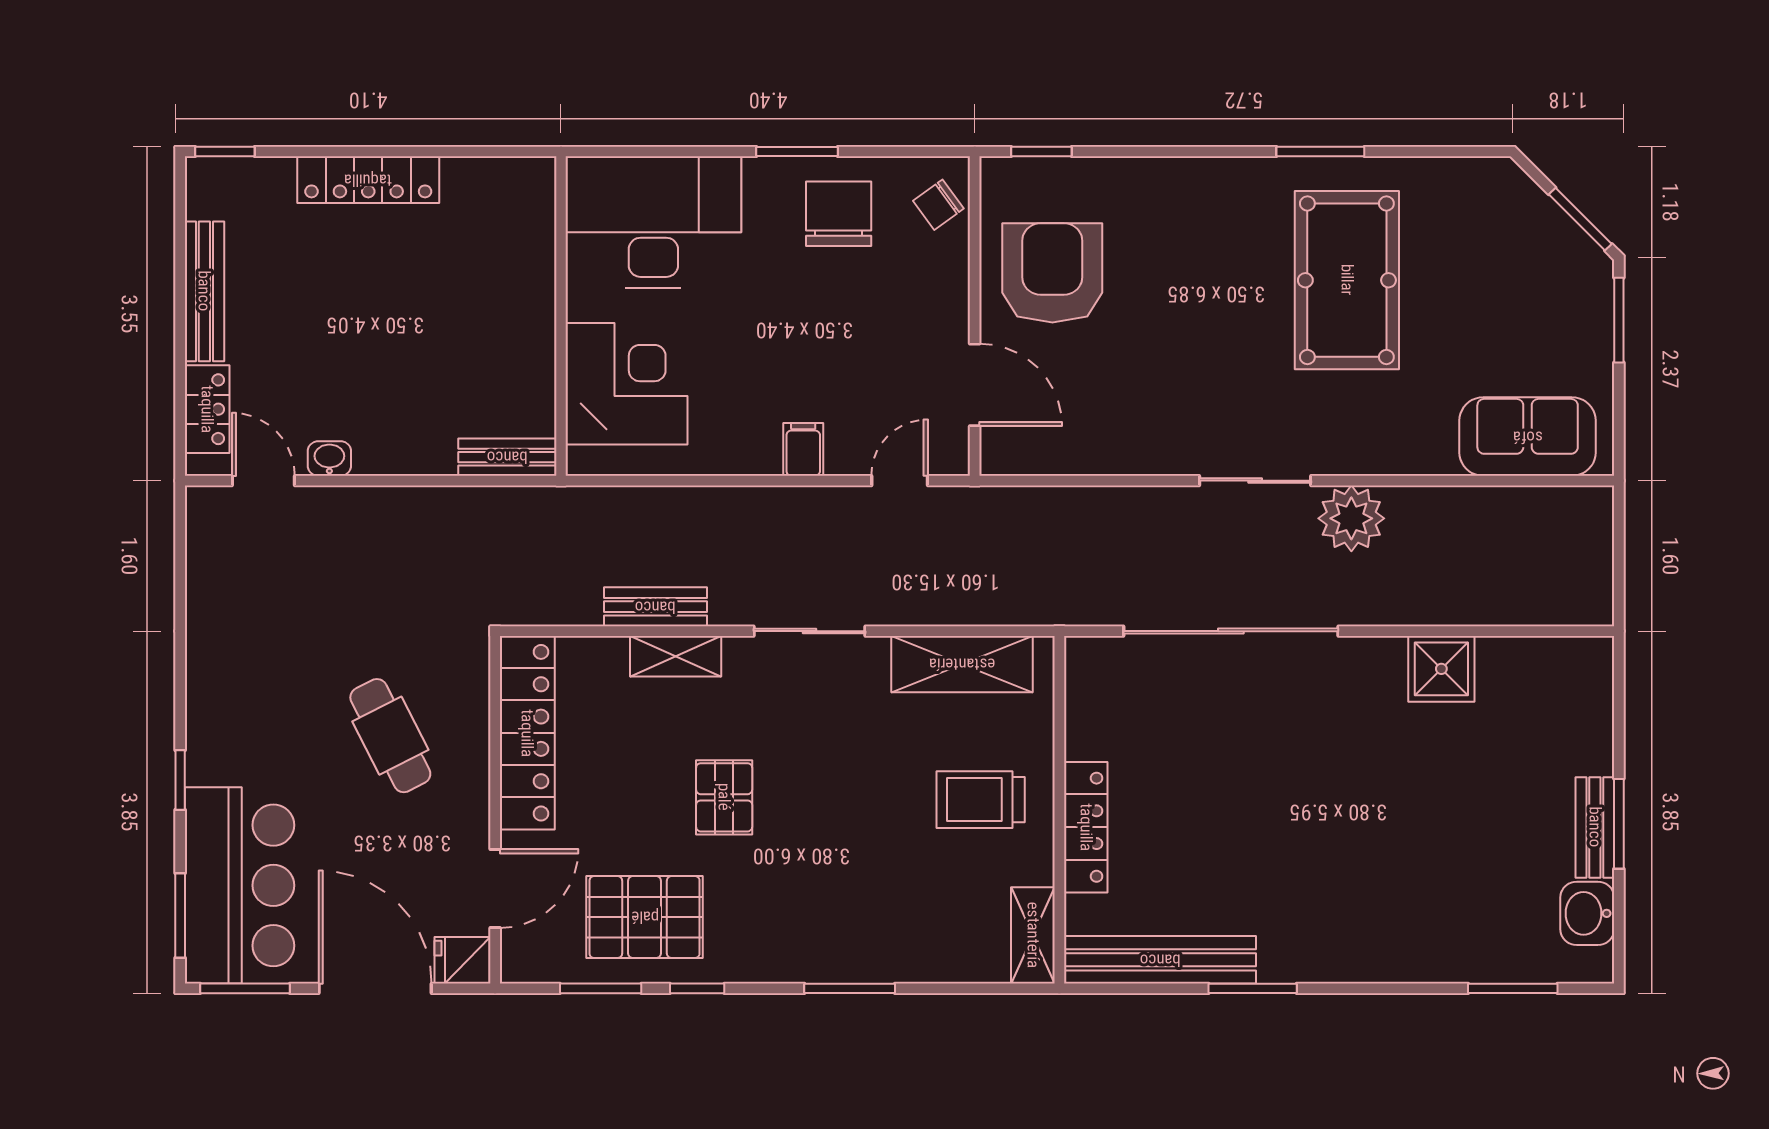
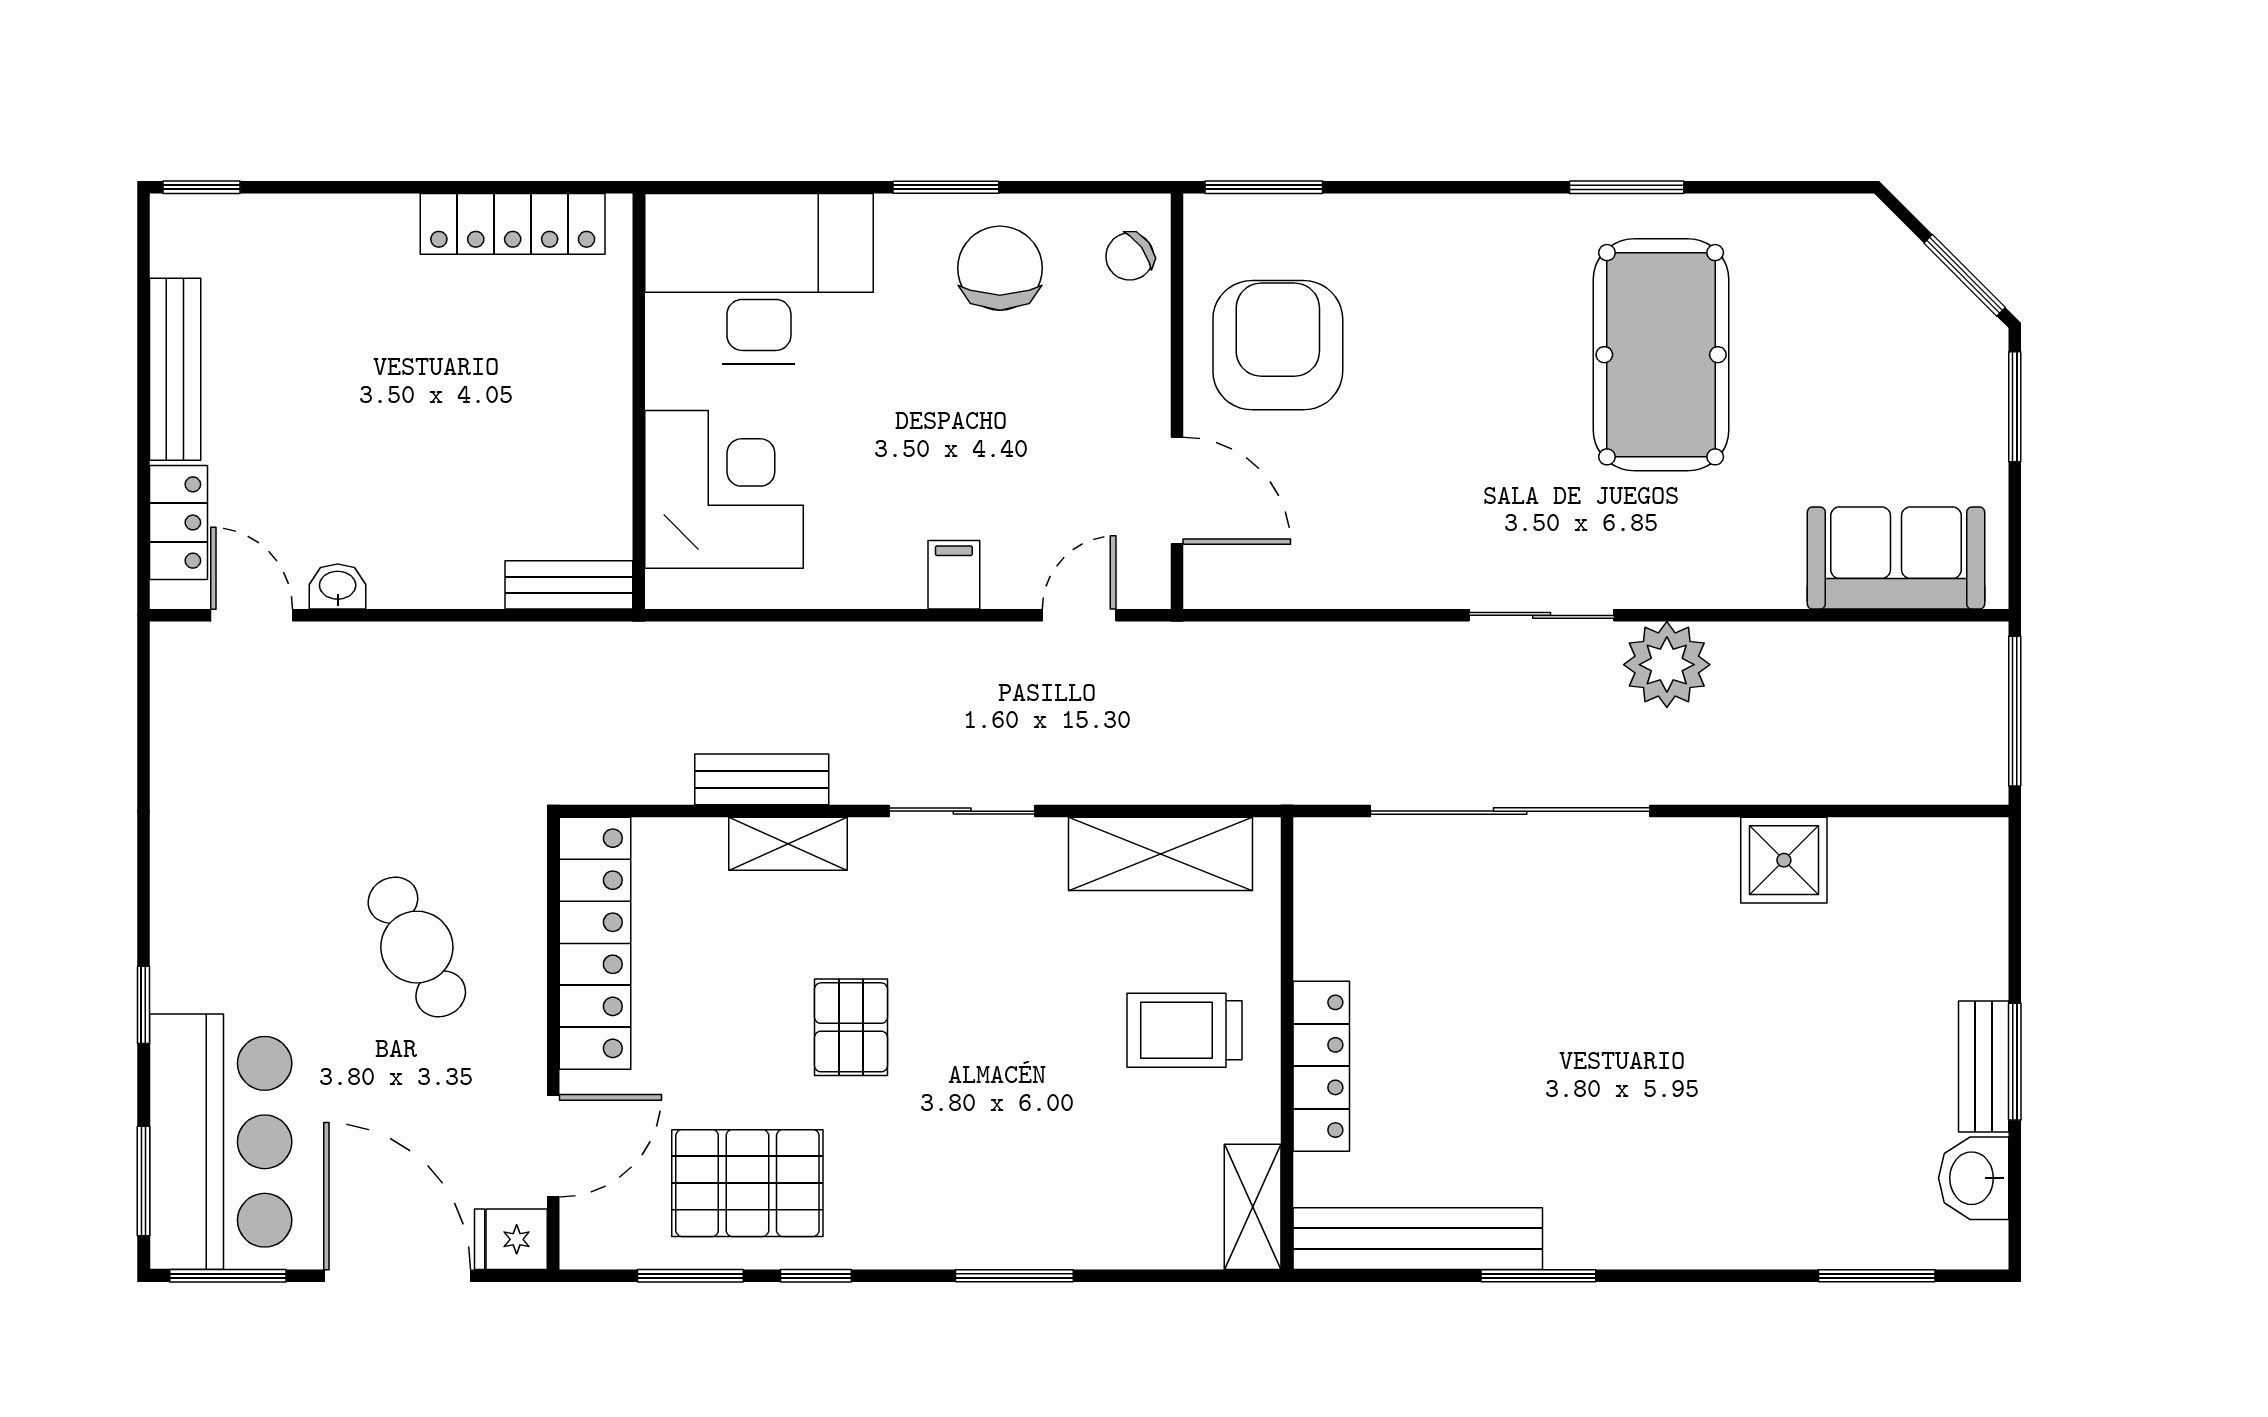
window: (1041, 151) -> (1264, 187), width x1.50
locker: (368, 180) -> (513, 224), moved
window: (1619, 554) -> (2015, 711), added

